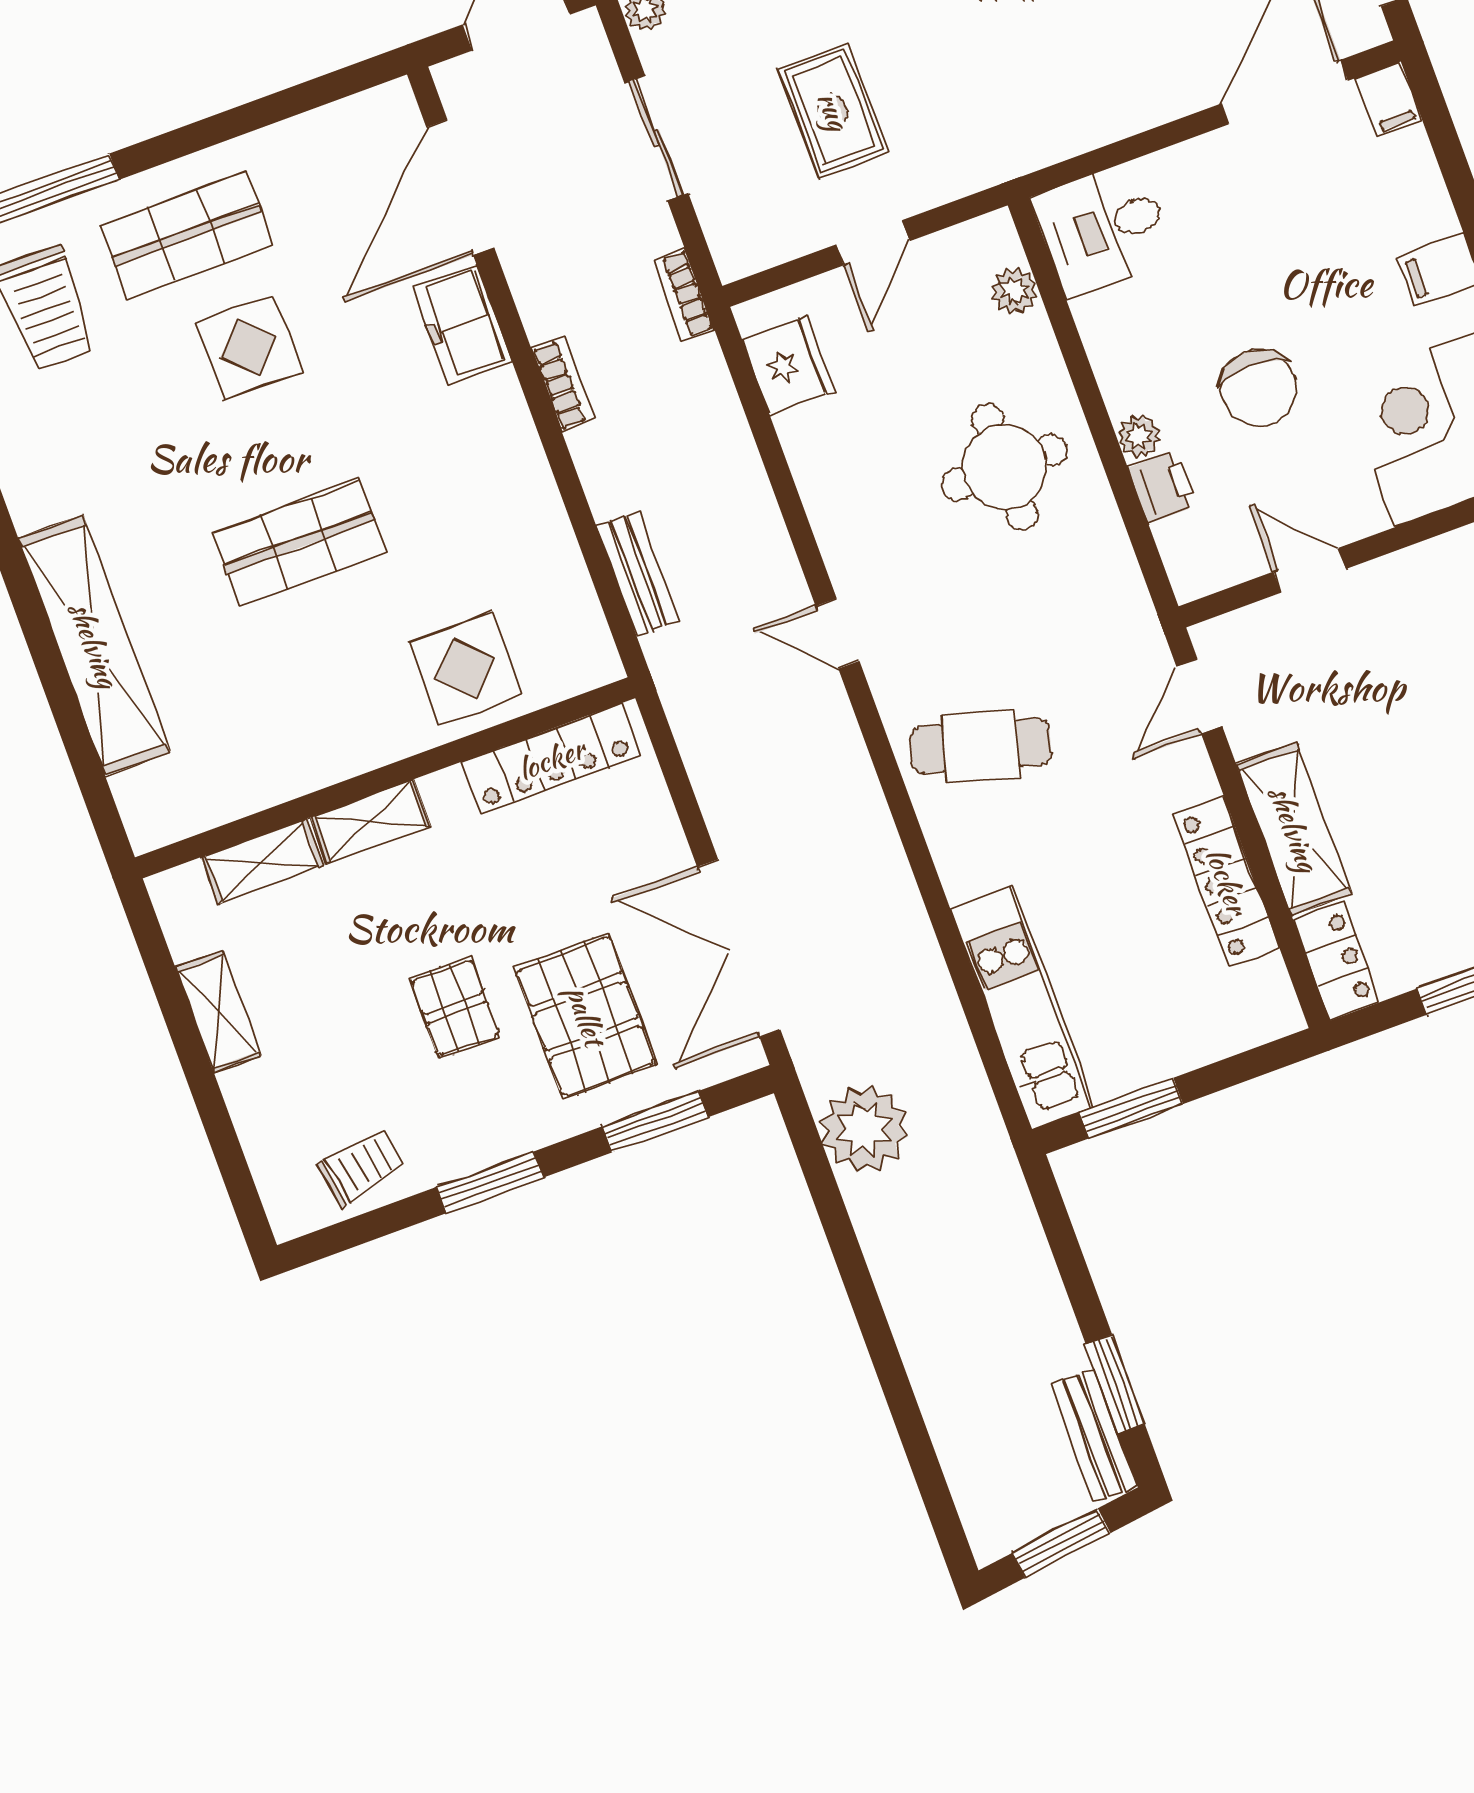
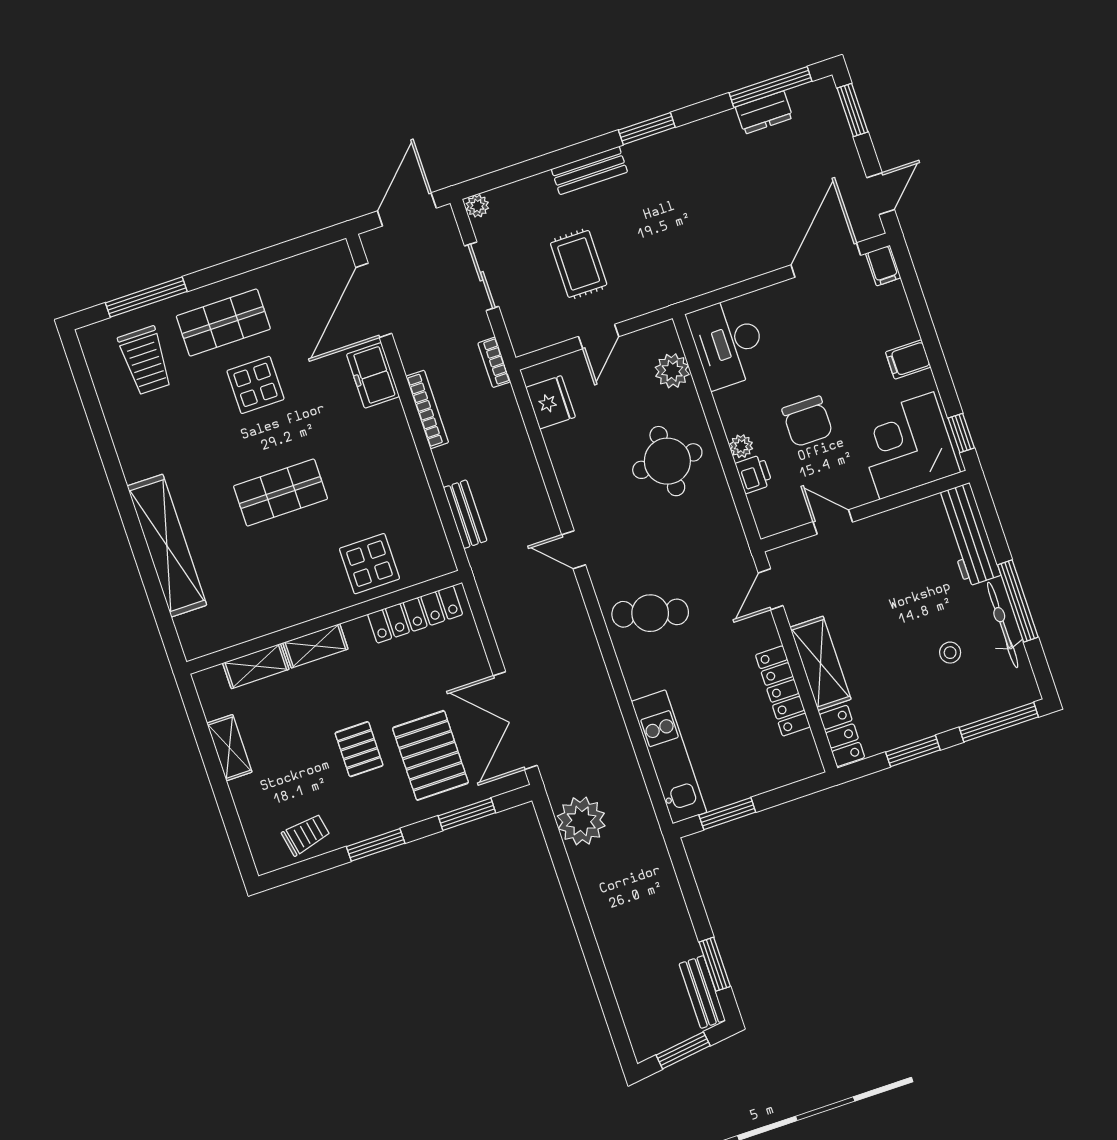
desk: (1103, 229) -> (728, 343), width x1.37
plant: (1014, 291) -> (672, 371), width x1.38, depth x1.38
bookcase: (563, 384) -> (427, 409), width x1.56

